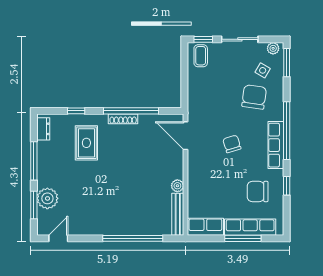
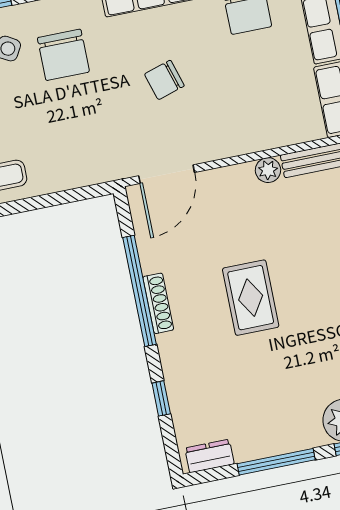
chair: (254, 97) -> (63, 55), turned -98
rug: (86, 143) -> (251, 298), moved, turned 90

